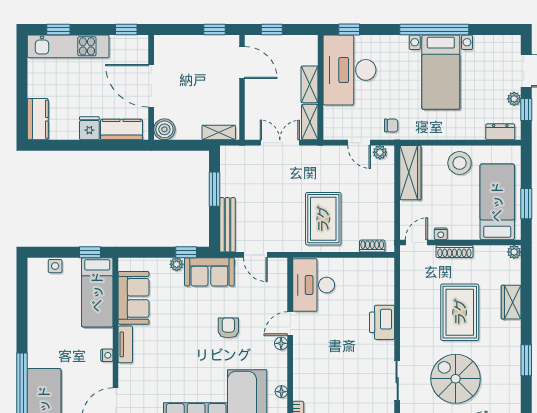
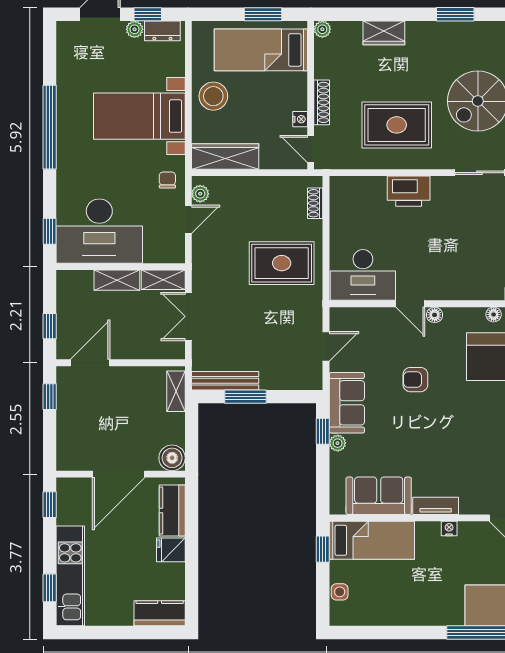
bed with nightstands: (441, 72) -> (139, 116), moved, turned 180
dresser: (500, 132) -> (162, 31), moved, turned -90
bench: (227, 225) -> (225, 381), moved
rug: (460, 312) -> (397, 125), moved

